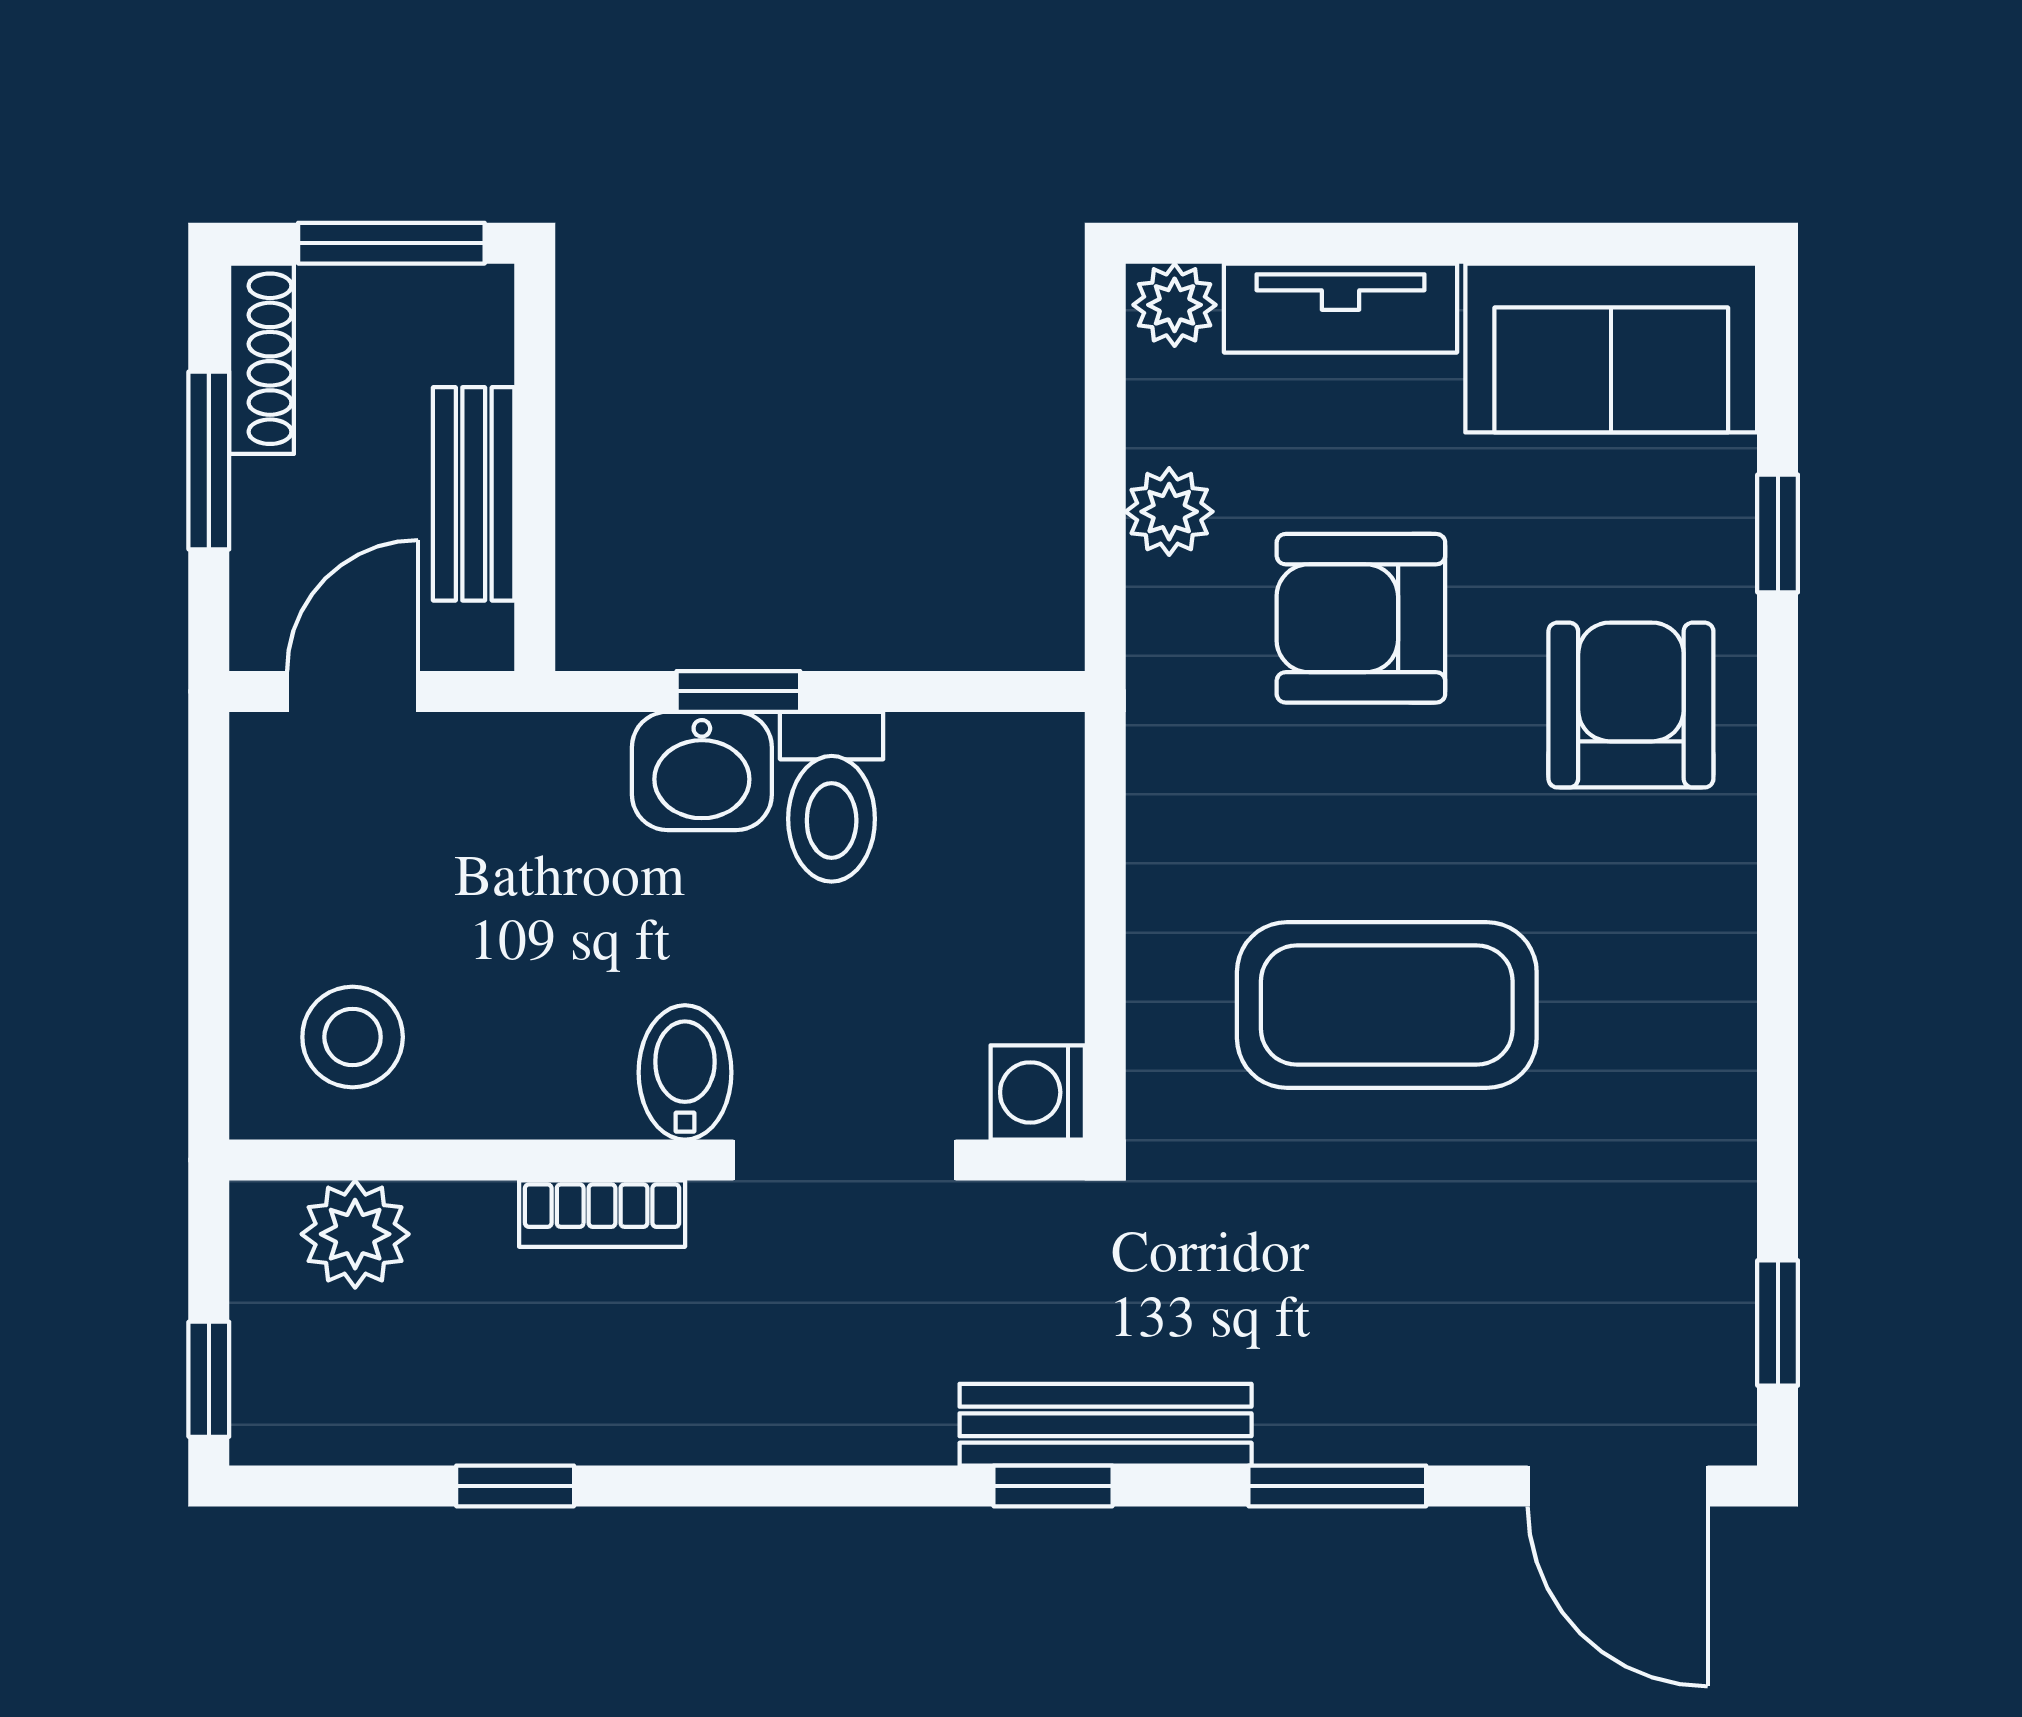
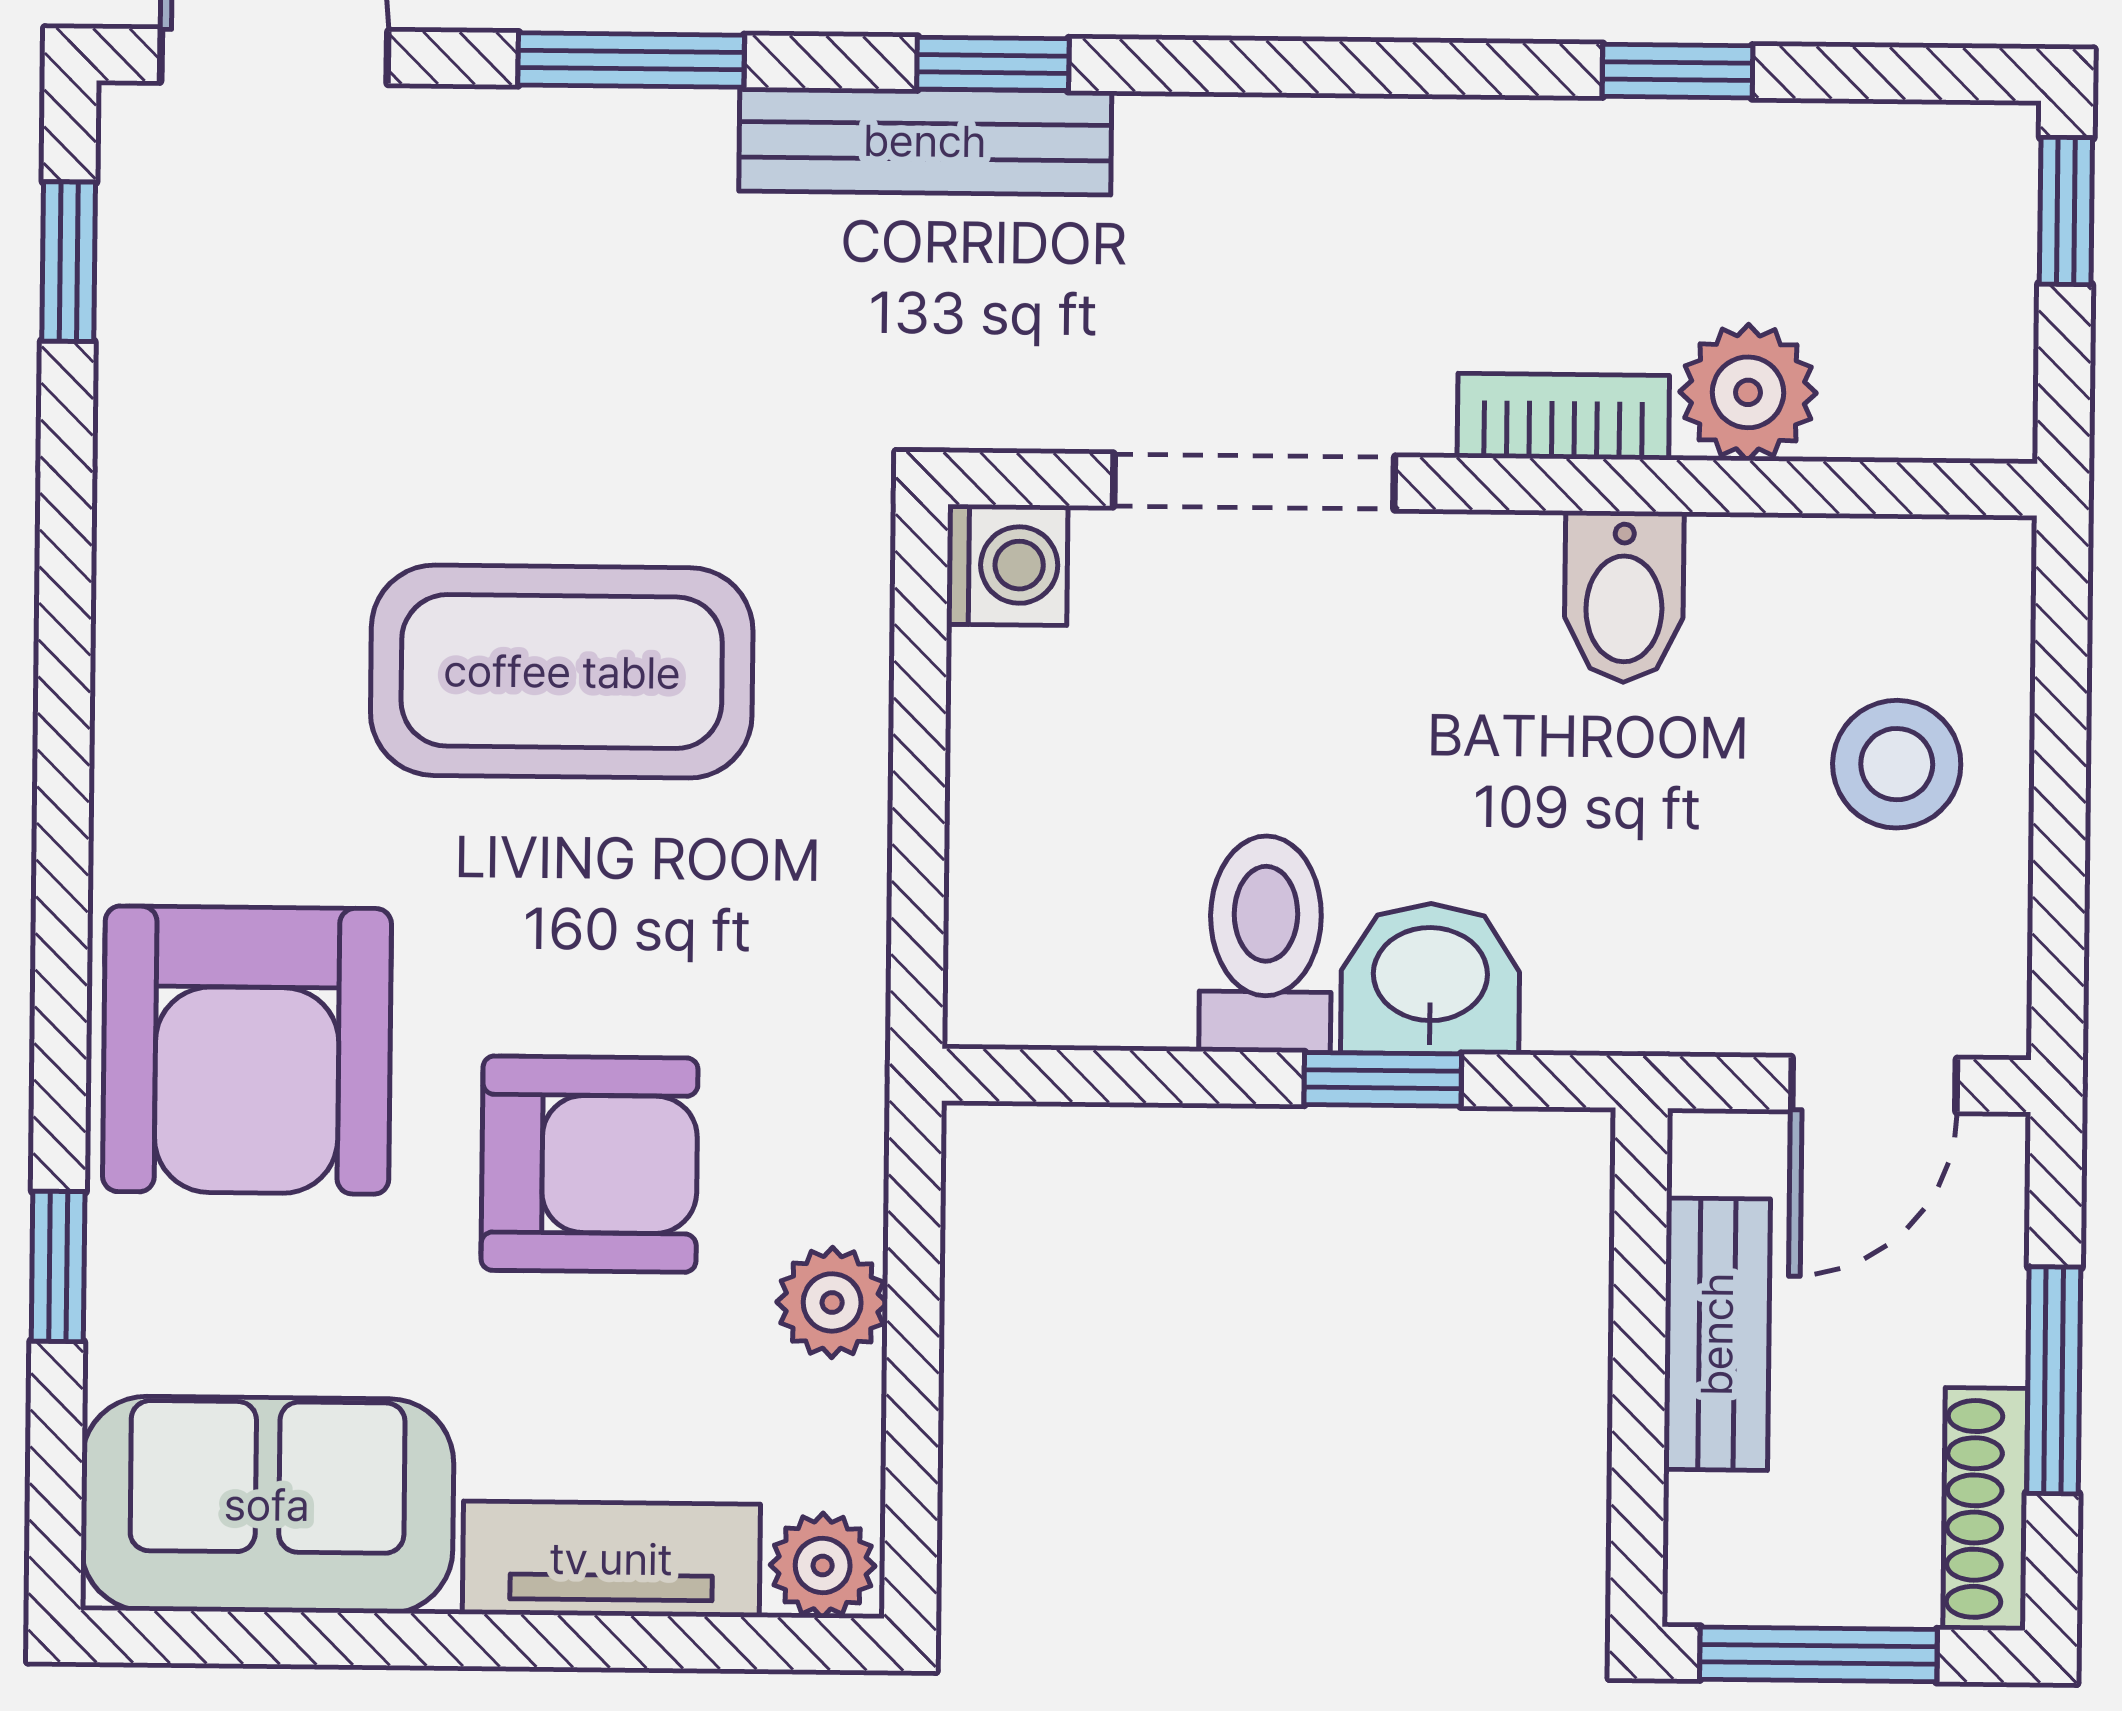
armchair: (1631, 705) -> (247, 1050), width x1.36, depth x1.36
stool: (353, 1037) -> (1897, 764), moved
bidet: (685, 1072) -> (1624, 597), moved
plant: (355, 1234) -> (1748, 392), moved

